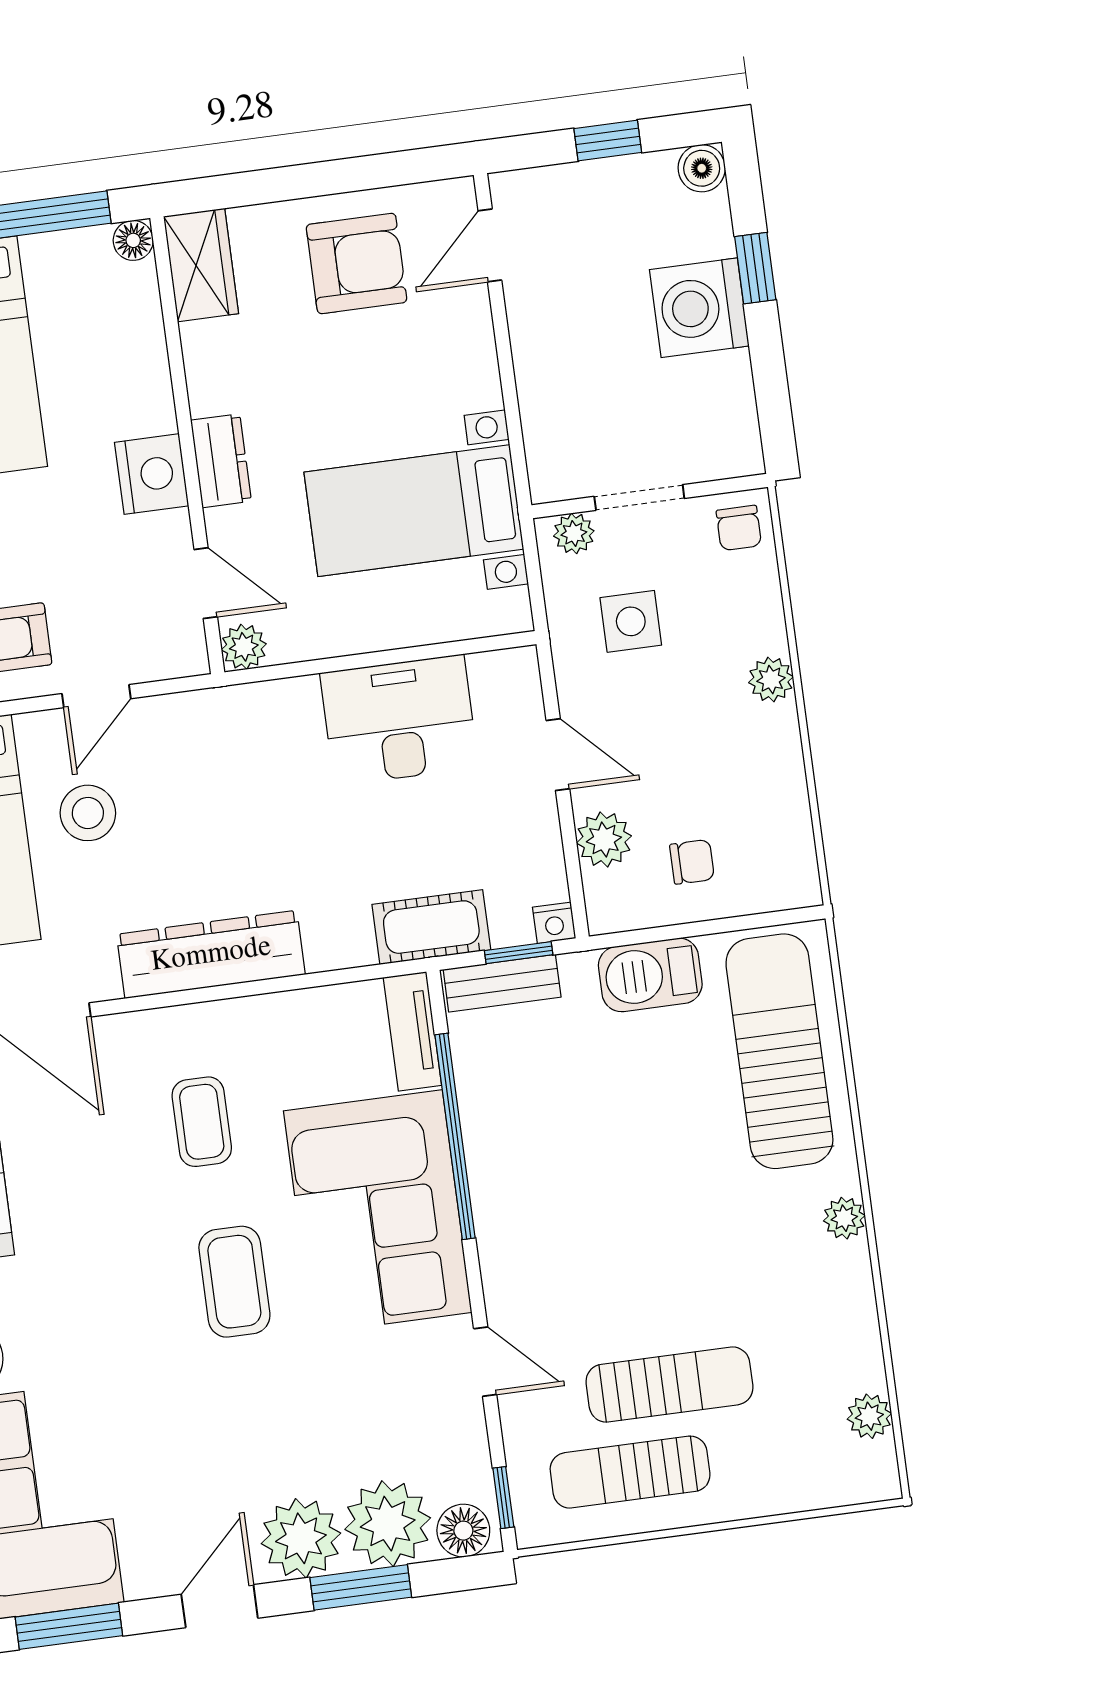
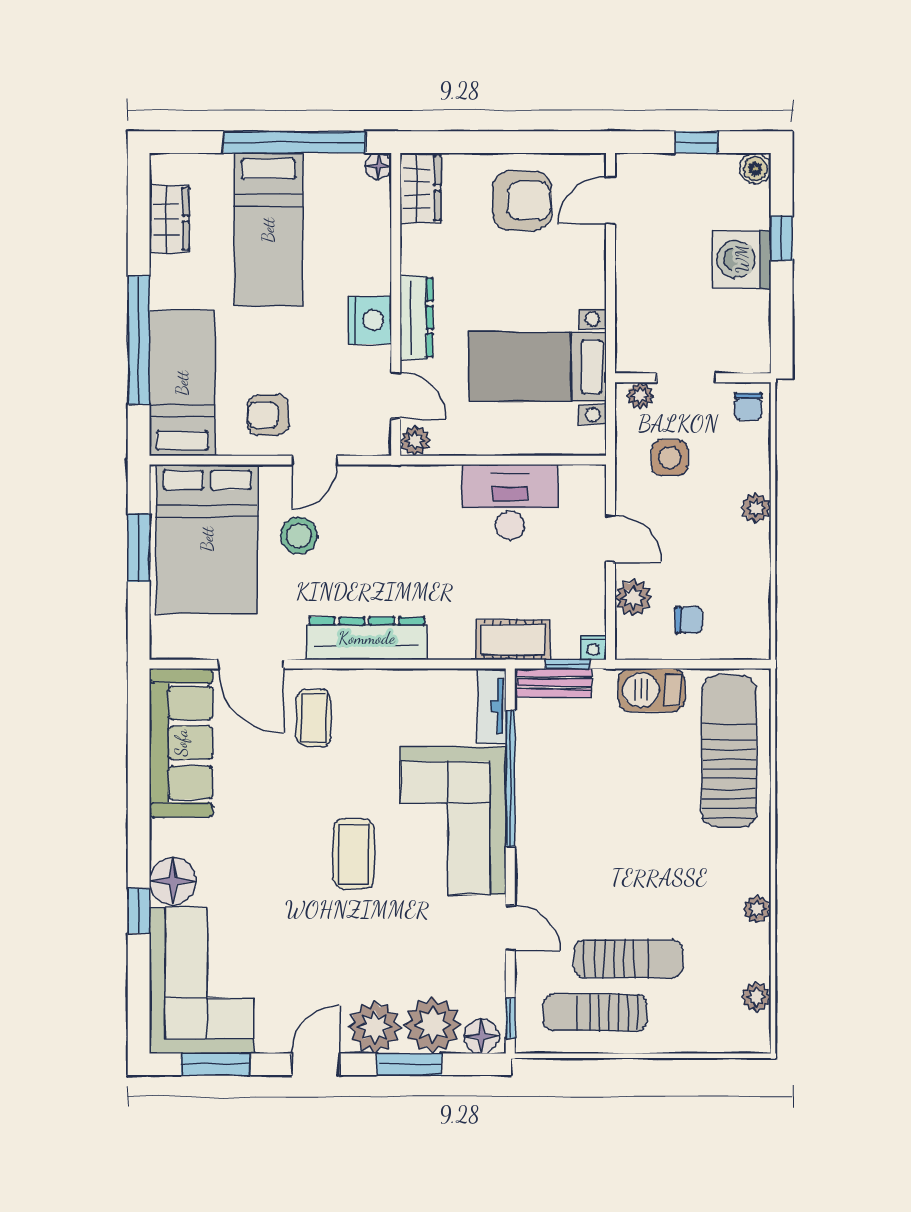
dresser: (221, 461) -> (416, 317), width x1.44
coffee table: (202, 1122) -> (314, 718), moved
plant: (844, 1218) -> (757, 909), moved

